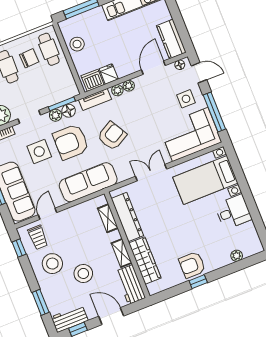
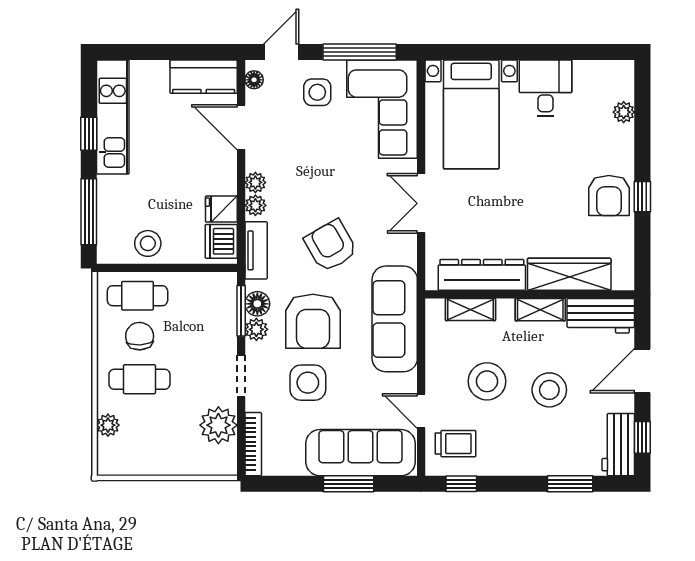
stool: (52, 264) -> (487, 381), moved

